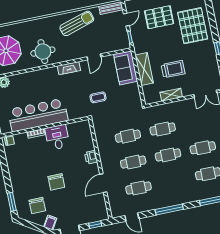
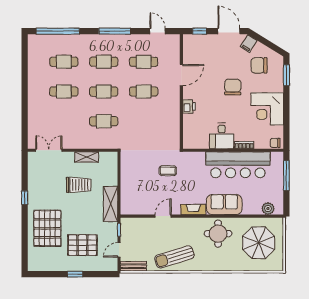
sofa: (126, 68) -> (224, 205), moved, turned -90
shelving: (144, 69) -> (111, 204), moved
trolley: (173, 69) -> (79, 185), turned 180
cafe table: (128, 136) -> (104, 62), moved
corner desk: (22, 169) -> (267, 109), added
chair: (37, 206) -> (259, 65), turned -90

